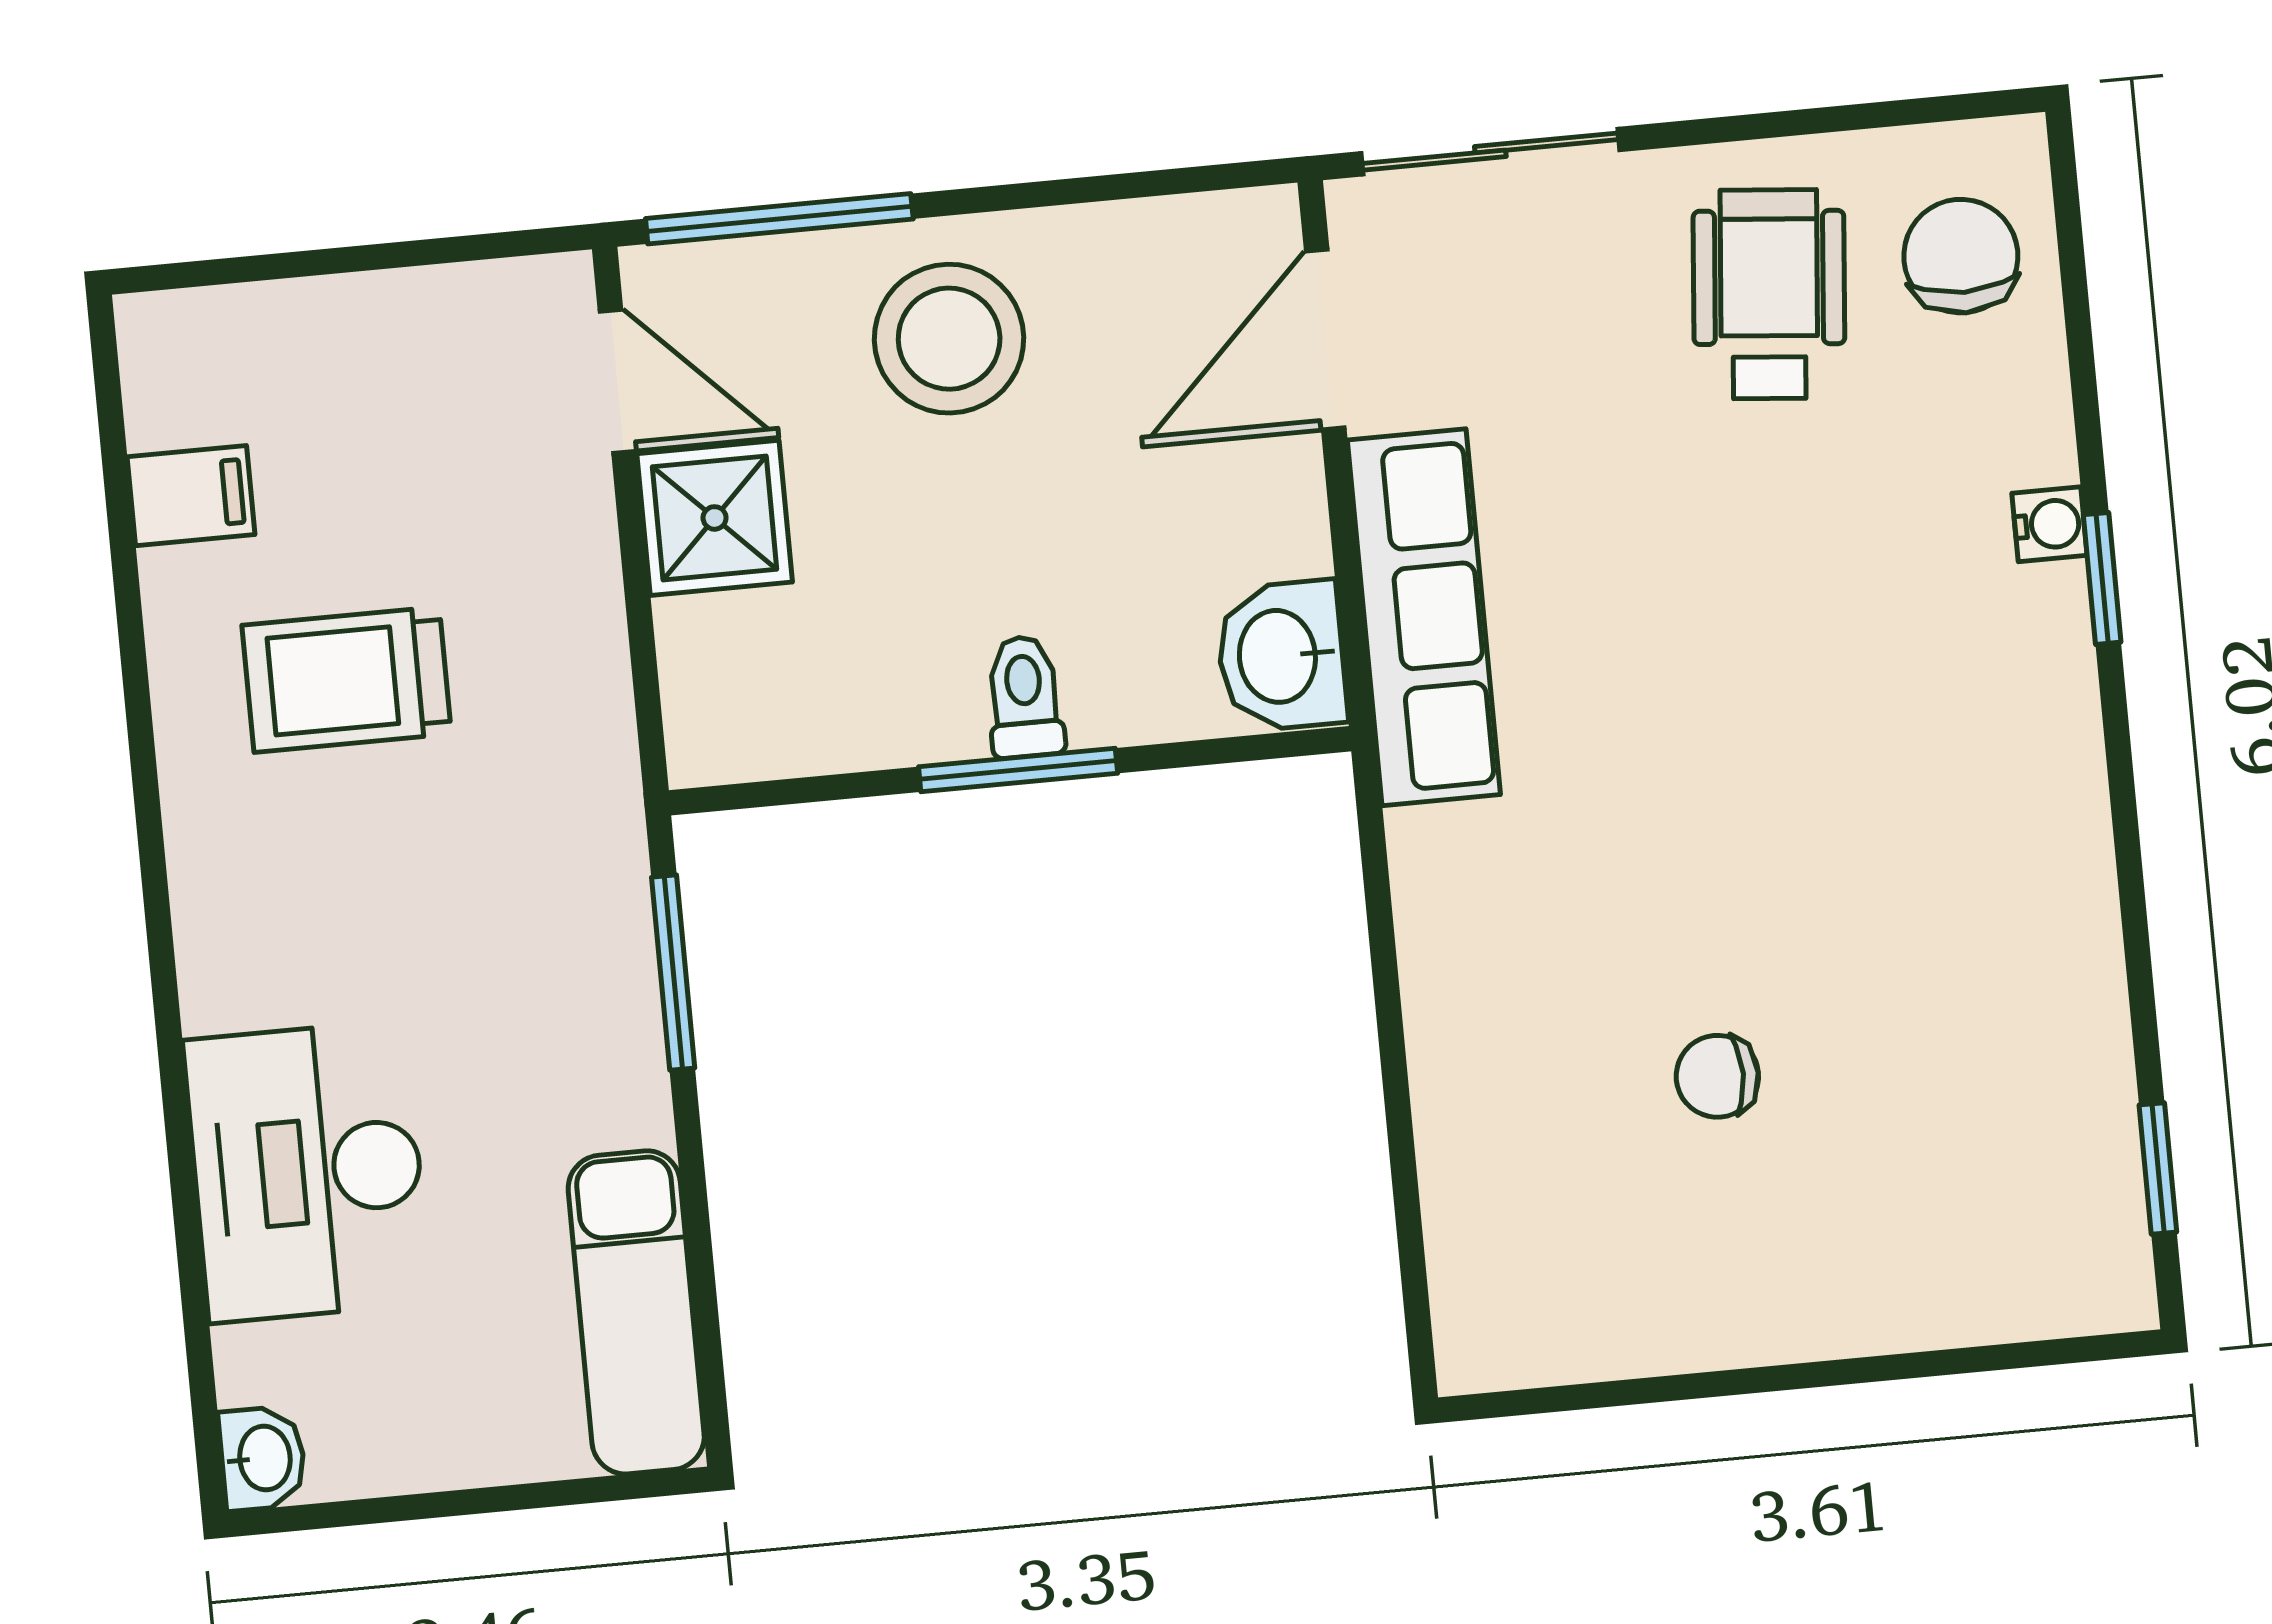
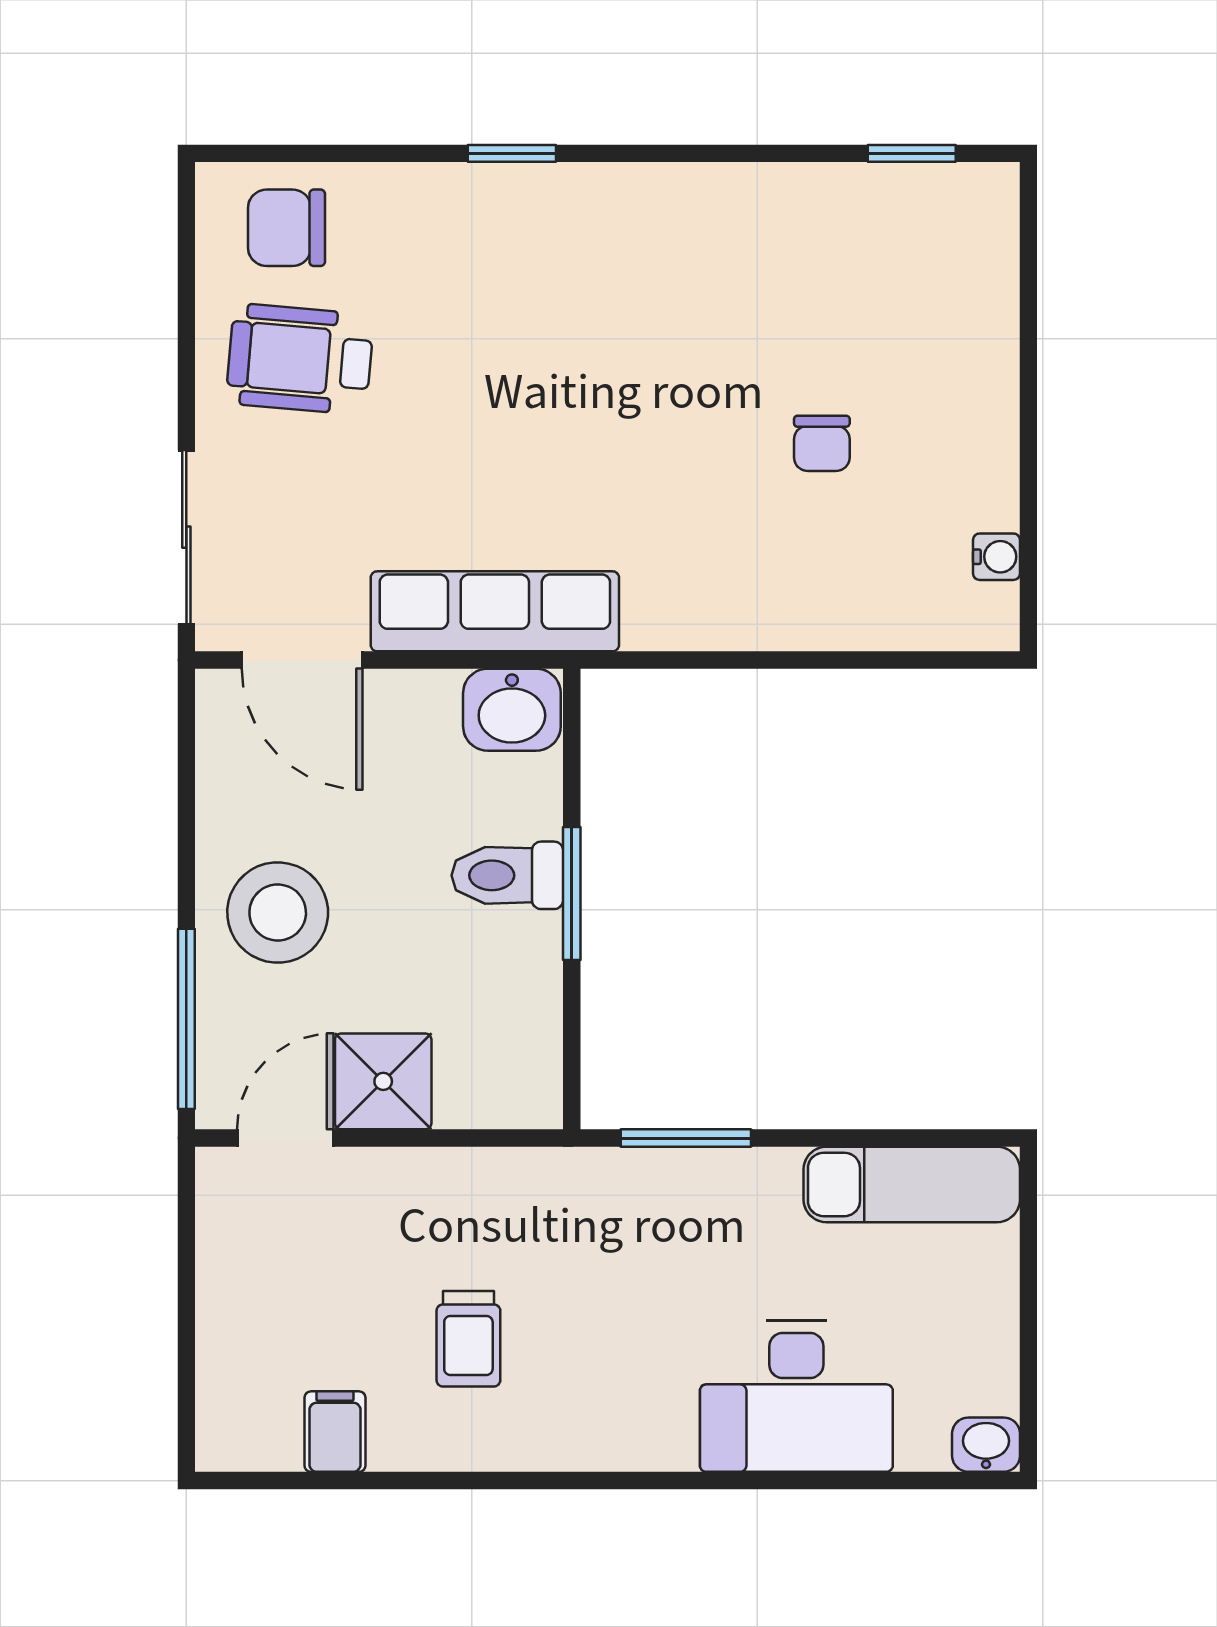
water cooler: (2050, 524) -> (997, 557), moved, turned 90
trolley: (347, 680) -> (468, 1339), width x0.73, depth x0.72
toilet: (1025, 697) -> (507, 875), width x1.37, depth x1.39

